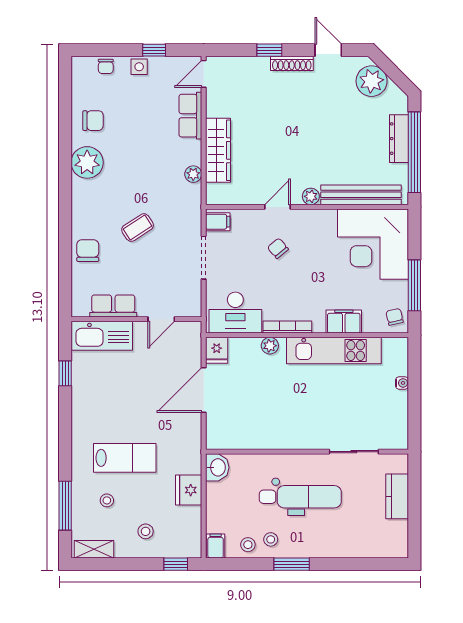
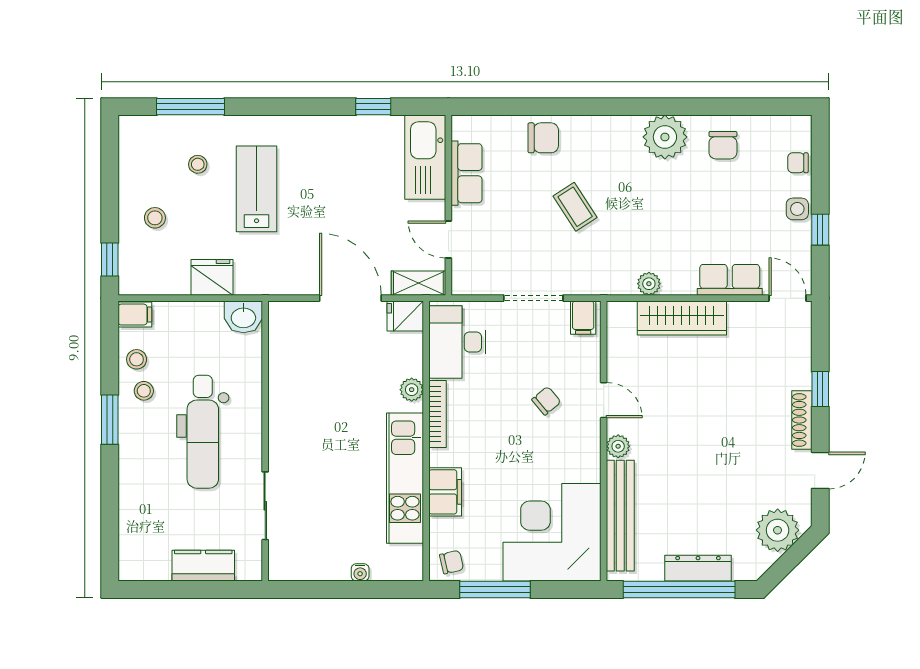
lab bench: (125, 458) -> (257, 189), turned 180
shelving: (94, 549) -> (418, 283), moved, turned 90

